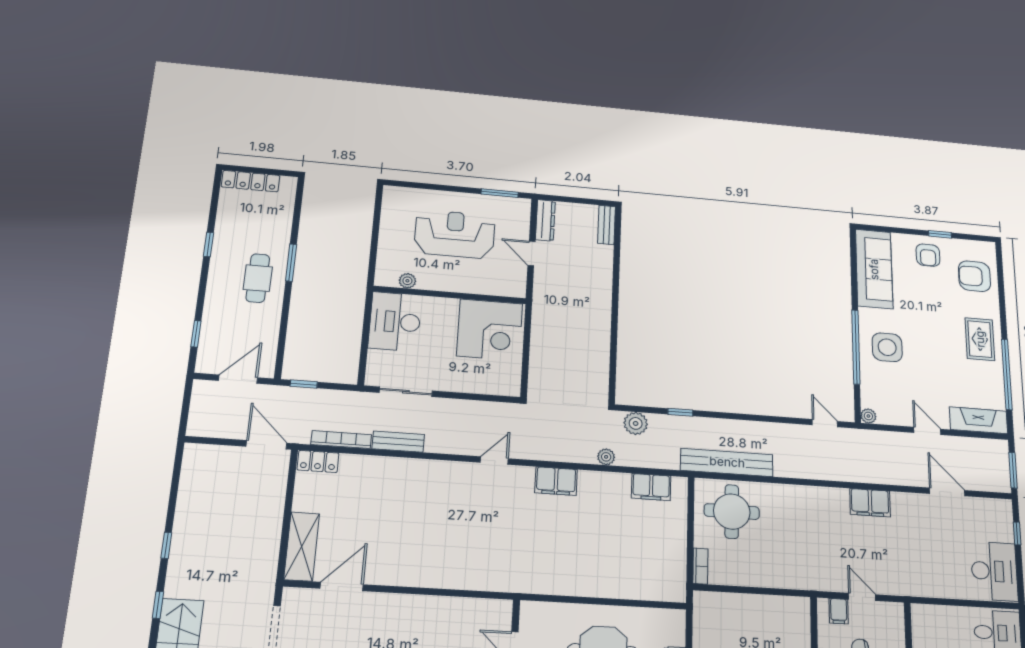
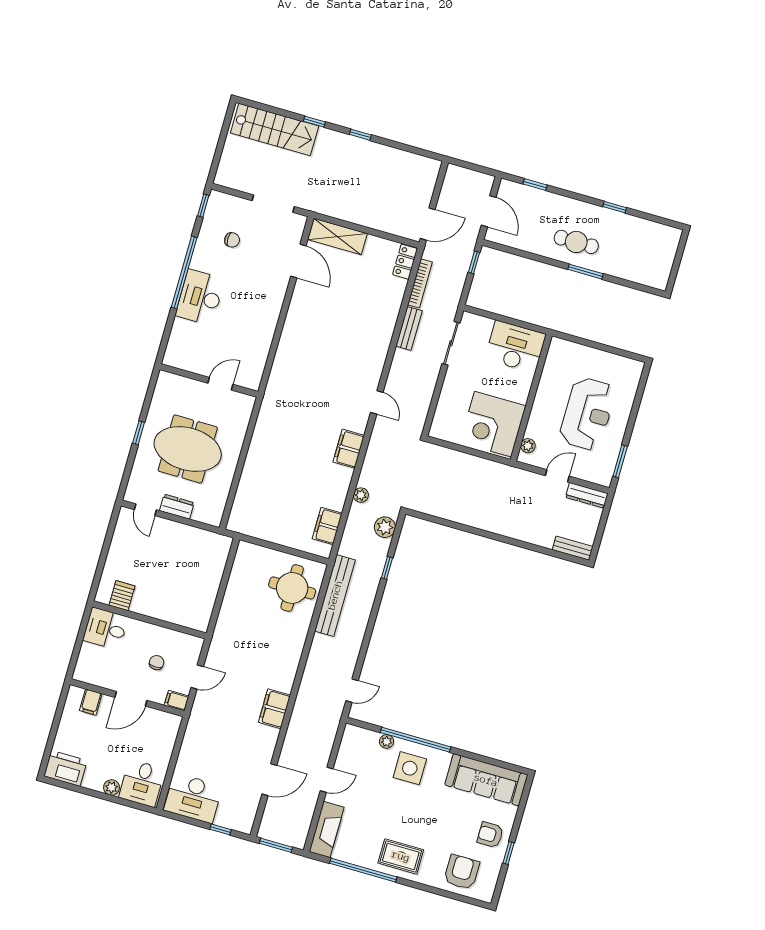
locker: (251, 181) -> (669, 251), removed
plant: (407, 281) -> (528, 446), moved
plant: (868, 416) -> (386, 742), moved
bookcase: (700, 566) -> (252, 549), removed
filing cabinet: (839, 611) -> (177, 701), moved

